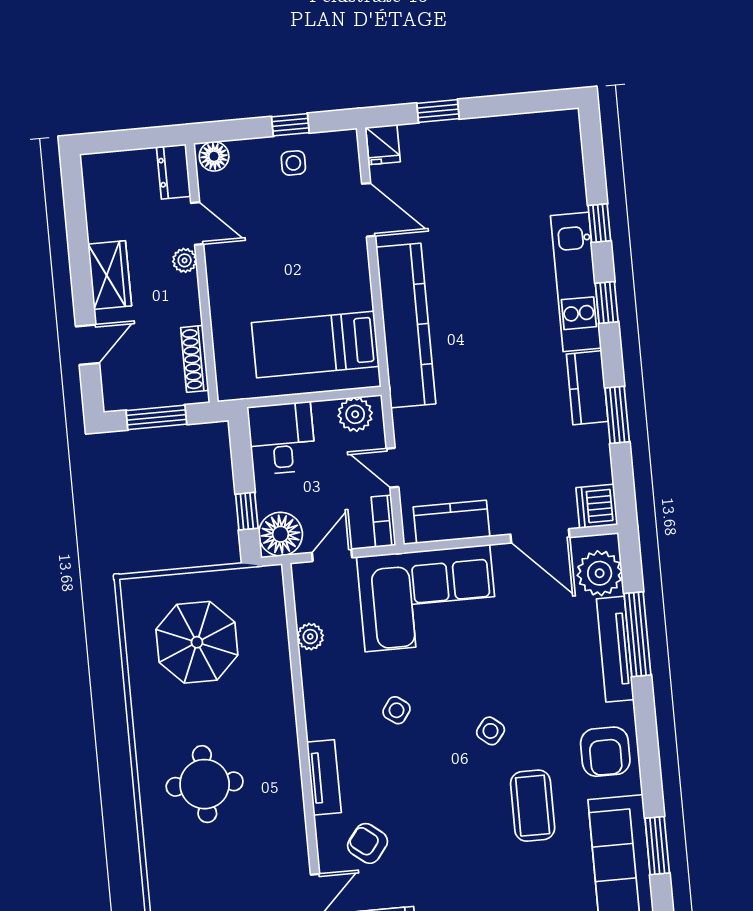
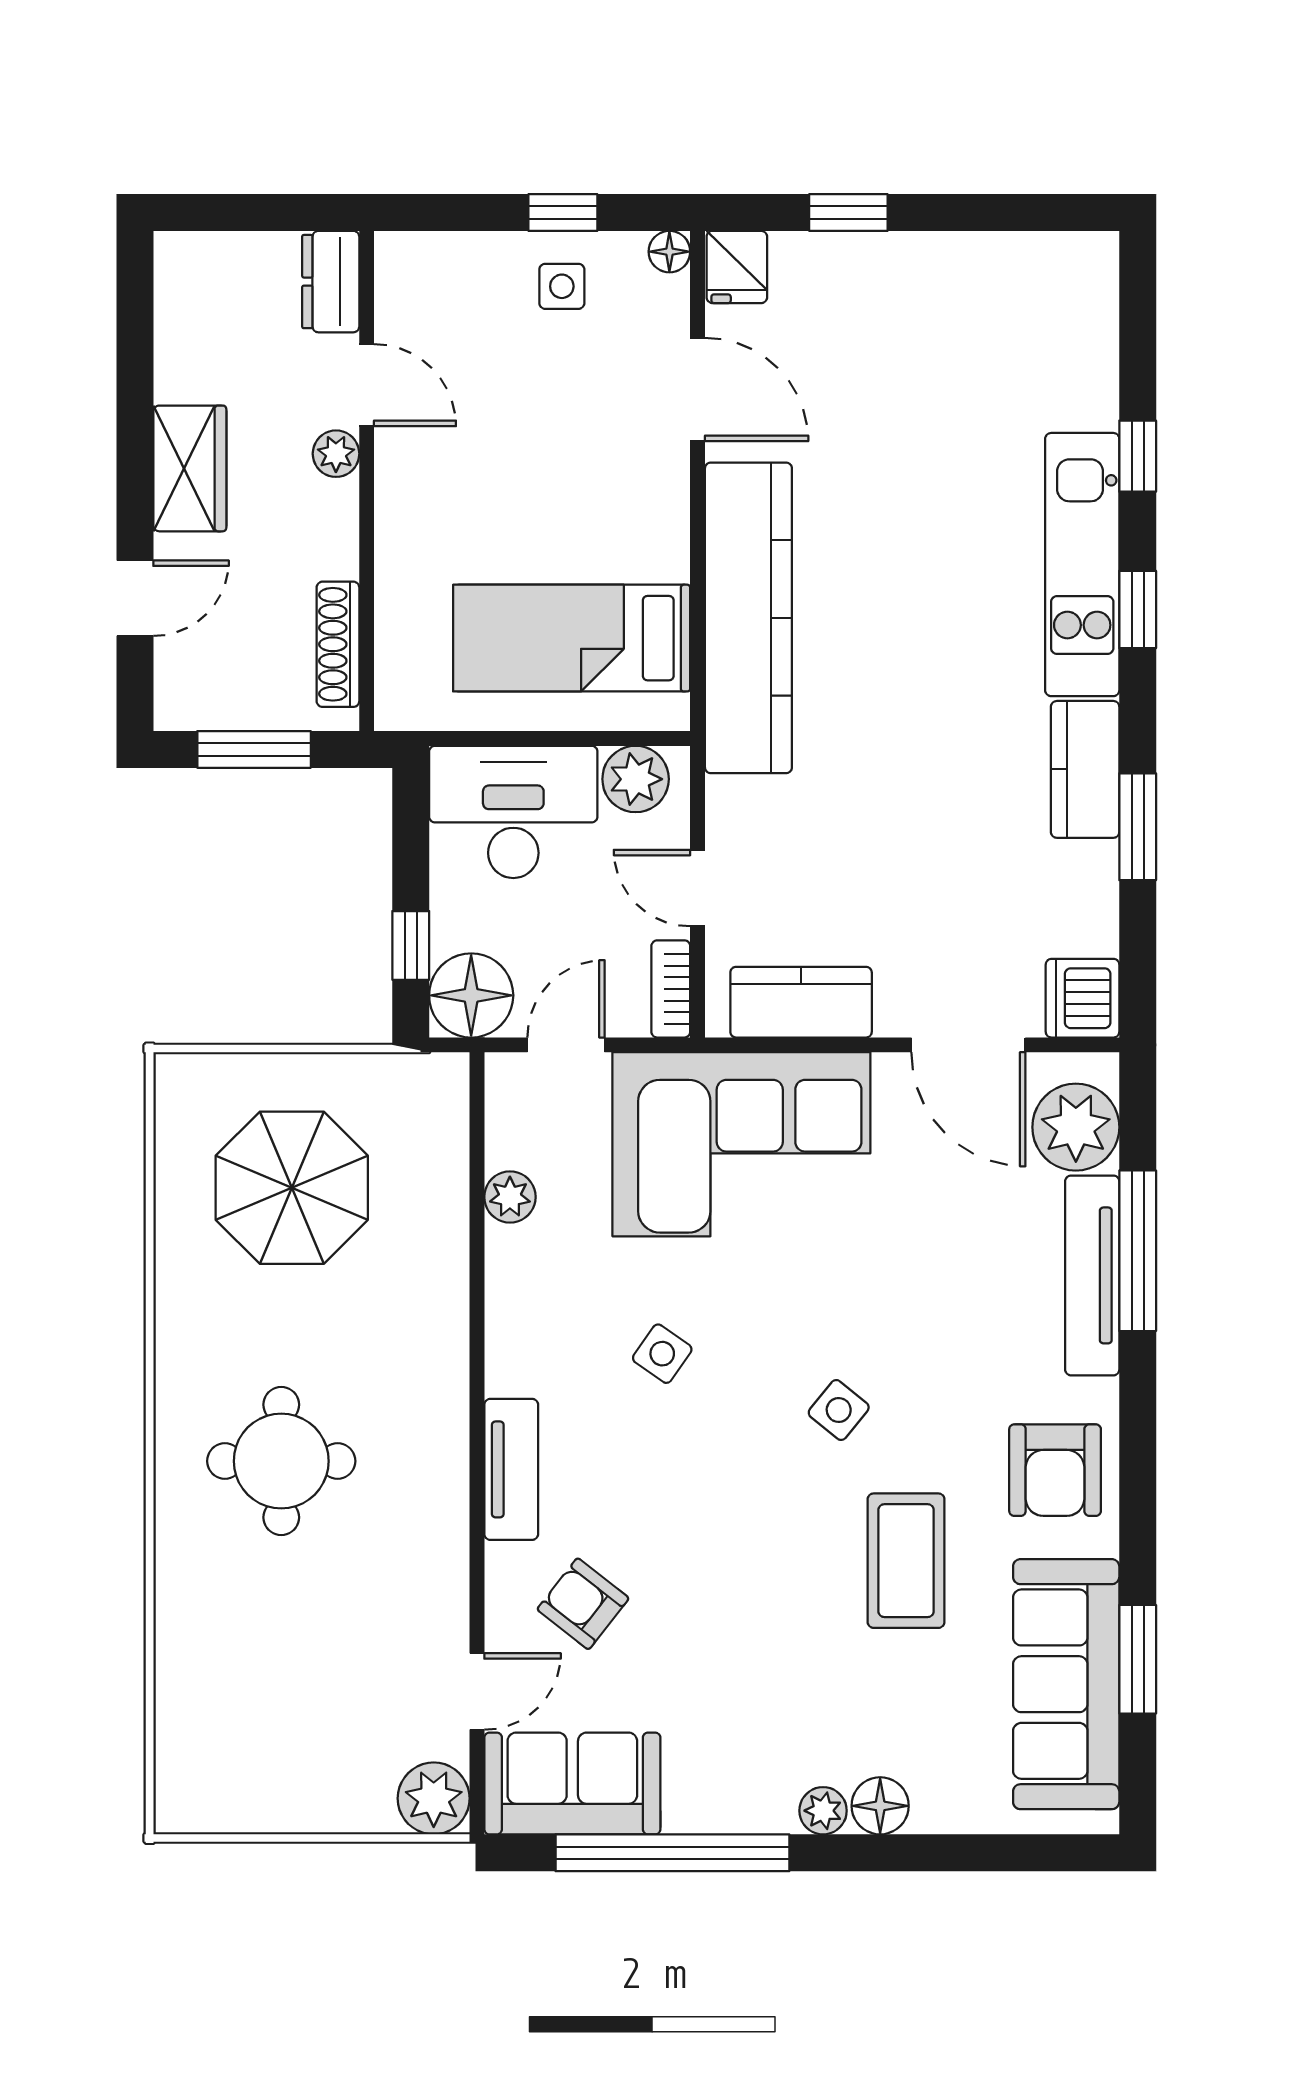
floor lamp: (214, 156) -> (669, 252), moved, width x0.73, depth x0.73
desk: (282, 438) -> (513, 812), width x1.37

